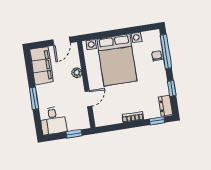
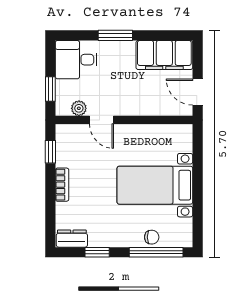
bed with nightstands: (117, 60) -> (155, 185), width x0.73
plant: (77, 73) -> (79, 108), moved
window: (157, 121) -> (50, 152), moved

